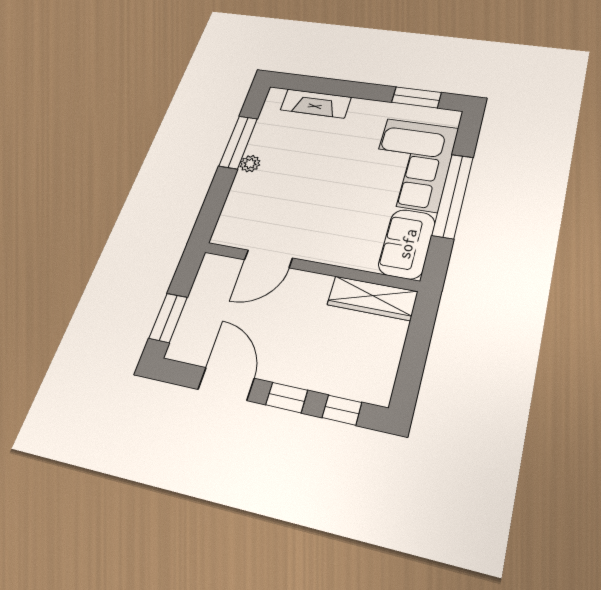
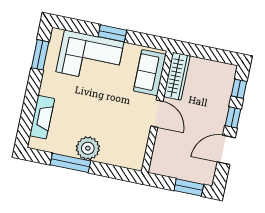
plant: (250, 164) -> (88, 148), width x1.87, depth x1.87
window: (453, 196) -> (112, 33), width x0.47
sofa: (407, 244) -> (150, 73), moved, turned 90
door: (268, 259) -> (157, 114), moved

